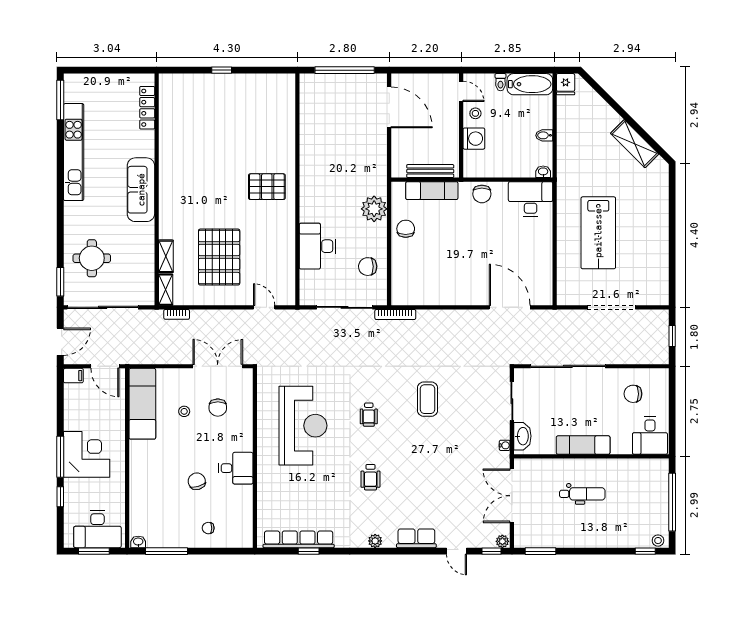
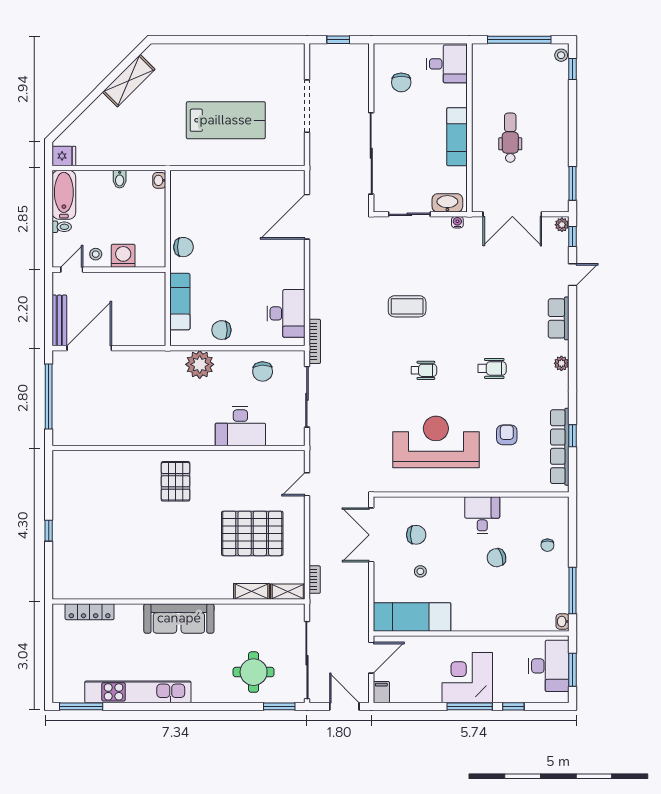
bench: (430, 171) -> (59, 320), moved
desk: (531, 199) -> (286, 313), moved, turned 180
armchair: (310, 491) -> (507, 435), added

